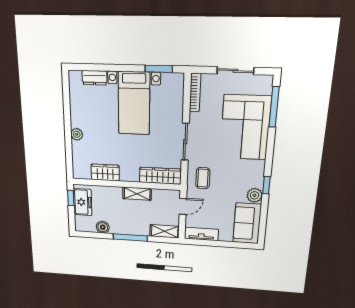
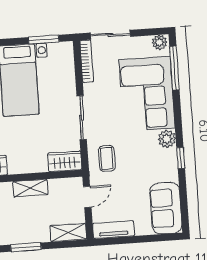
sliding door: (235, 71) -> (110, 35), moved
plant: (264, 82) -> (159, 42), added
wardrobe: (160, 176) -> (65, 161), width x0.67
plant: (255, 195) -> (167, 139), moved
window: (130, 237) -> (26, 247), width x0.69

